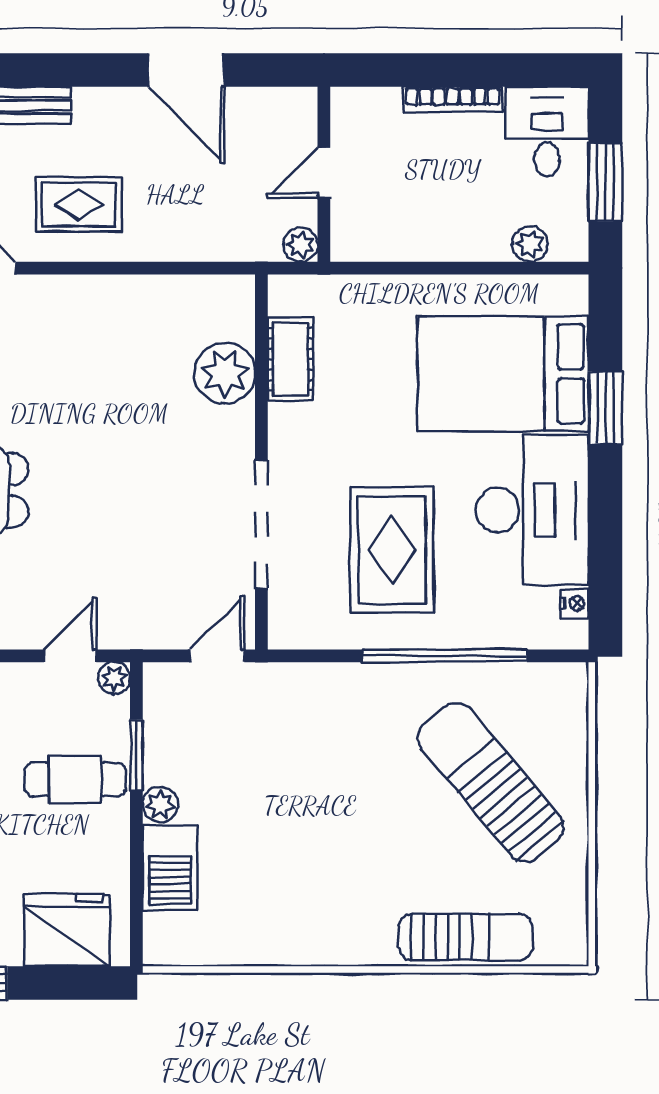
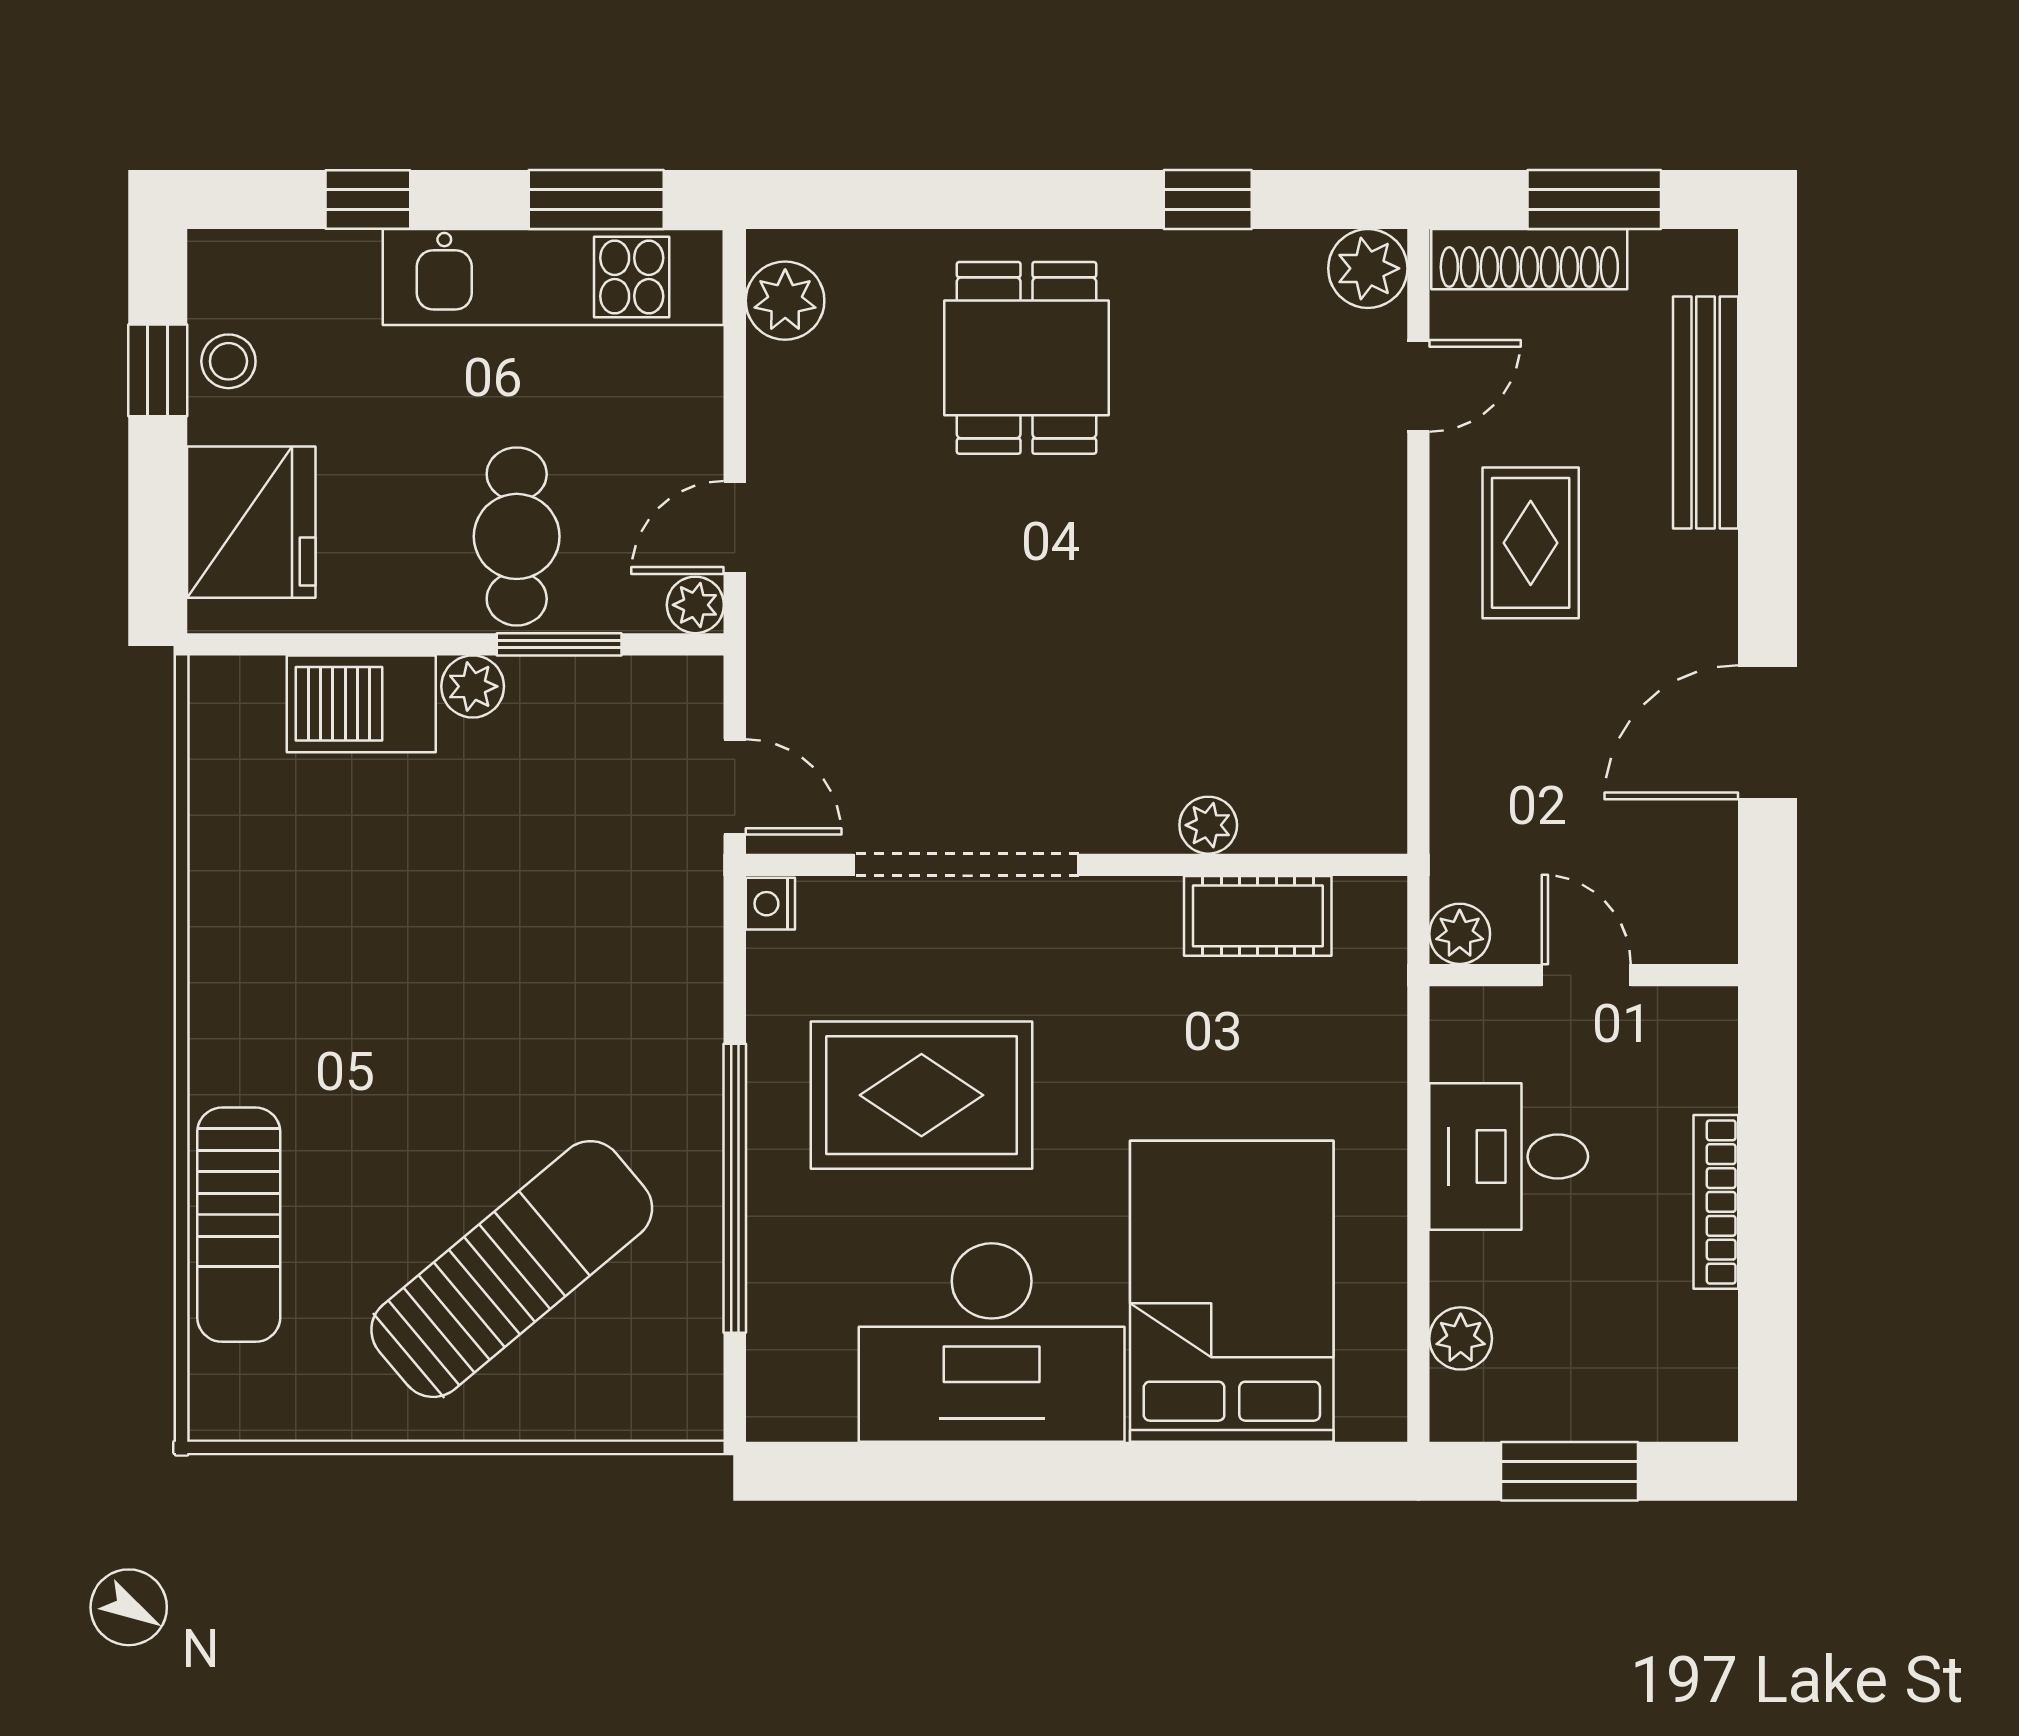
desk: (547, 132) -> (1509, 1157), moved, turned 180
plant: (225, 373) -> (1208, 825), width x0.53, depth x0.53
window: (605, 408) -> (1172, 1471), removed
nightstand: (575, 603) -> (770, 904), moved, turned 90
door: (70, 656) -> (735, 527), swing flipped

